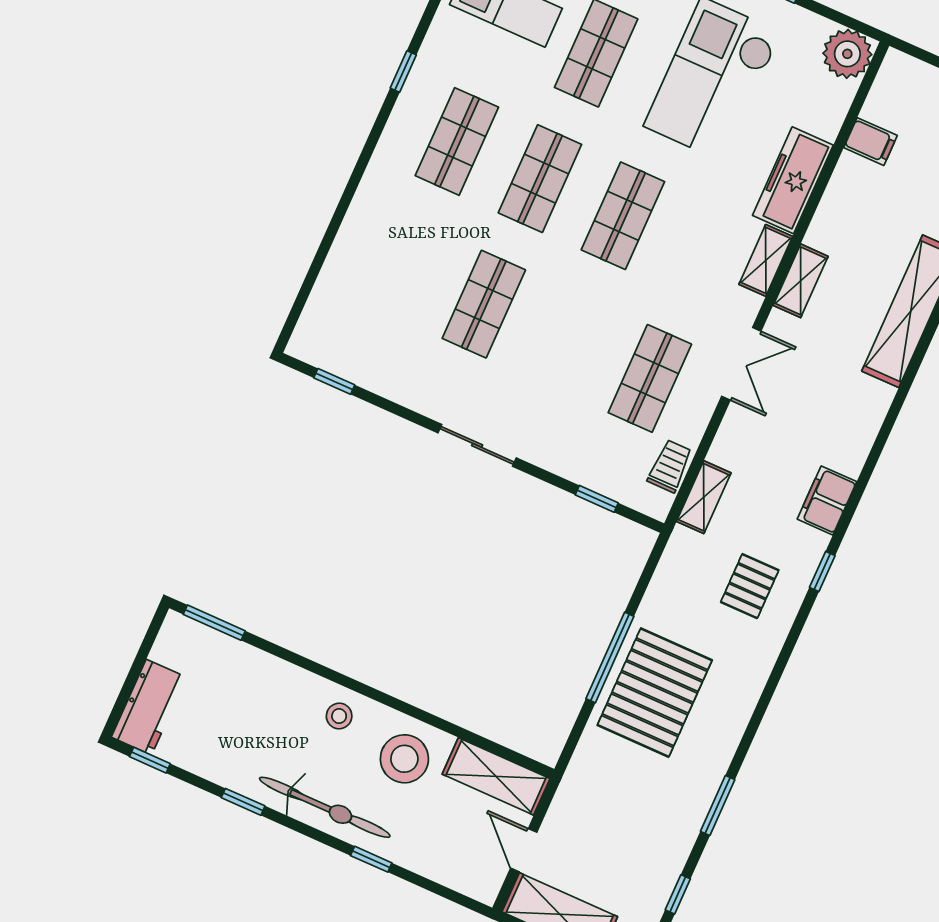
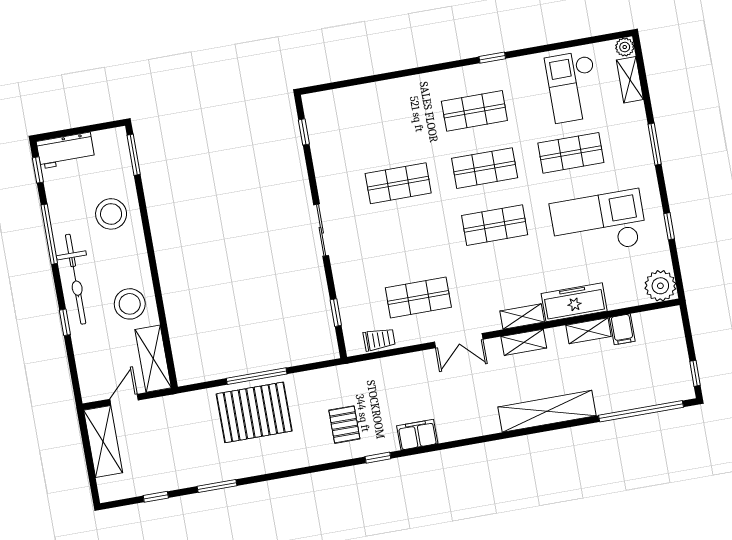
shelving: (704, 497) -> (588, 331), moved
pallet: (750, 586) -> (344, 425), turned 90
stool: (339, 716) -> (111, 214), moved, width x1.89, depth x1.89
window: (243, 802) -> (49, 234), width x2.17

